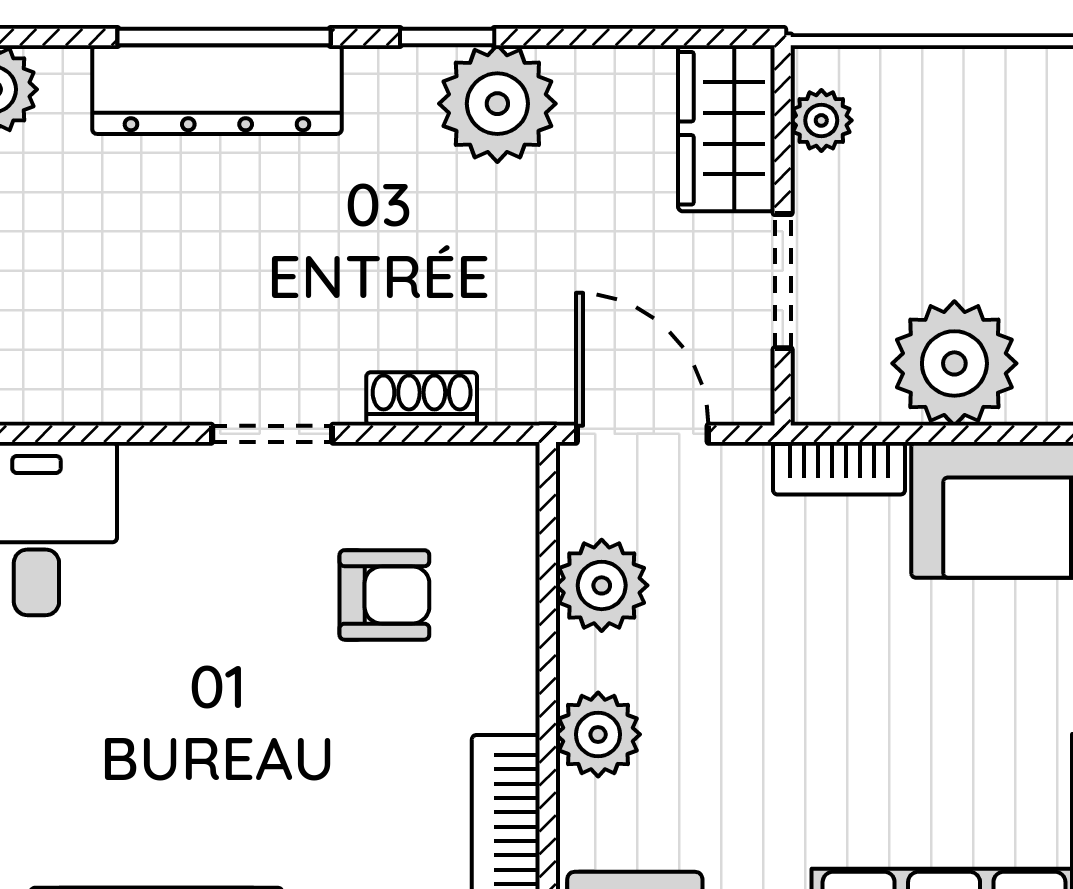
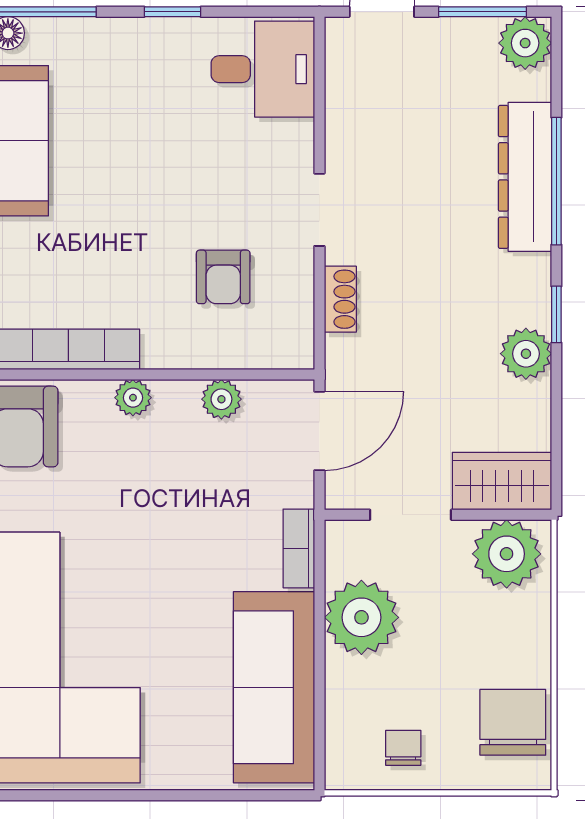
plant: (497, 104) -> (526, 354), width x0.73, depth x0.73
plant: (821, 120) -> (507, 554), width x1.87, depth x1.87
plant: (602, 585) -> (221, 399), width x0.73, depth x0.73
plant: (598, 734) -> (133, 398), width x0.73, depth x0.73

